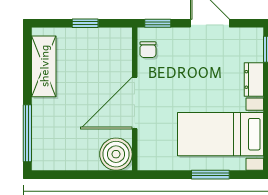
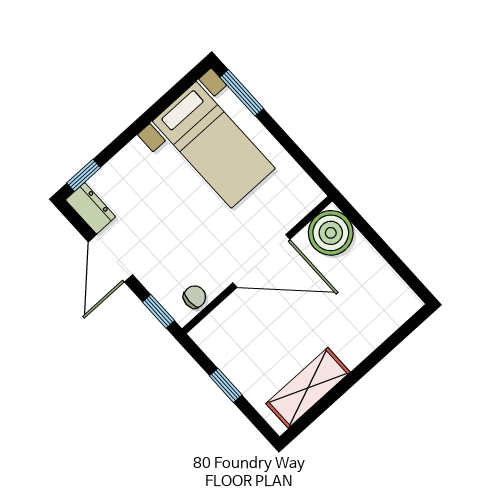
dresser: (254, 79) -> (91, 208), moved, turned -90
window: (27, 133) -> (391, 343), removed
window: (210, 175) -> (242, 93), moved

